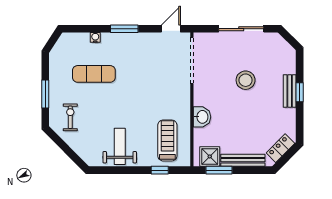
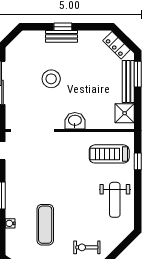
washbasin: (202, 117) -> (75, 121), moved
weight bench: (120, 146) -> (115, 200), turned -90
window: (219, 170) -> (138, 74), moved

